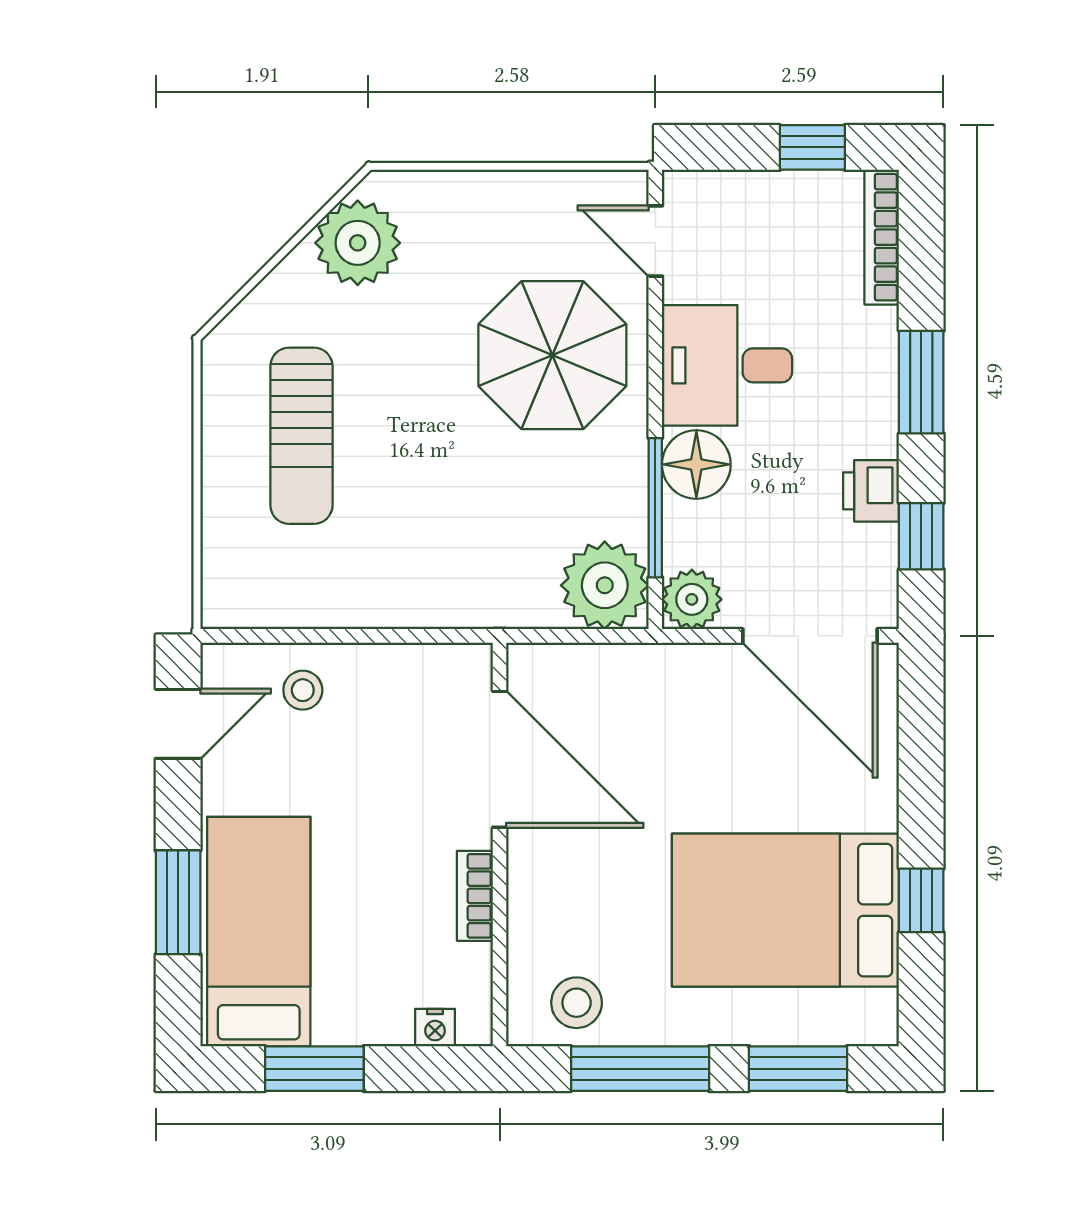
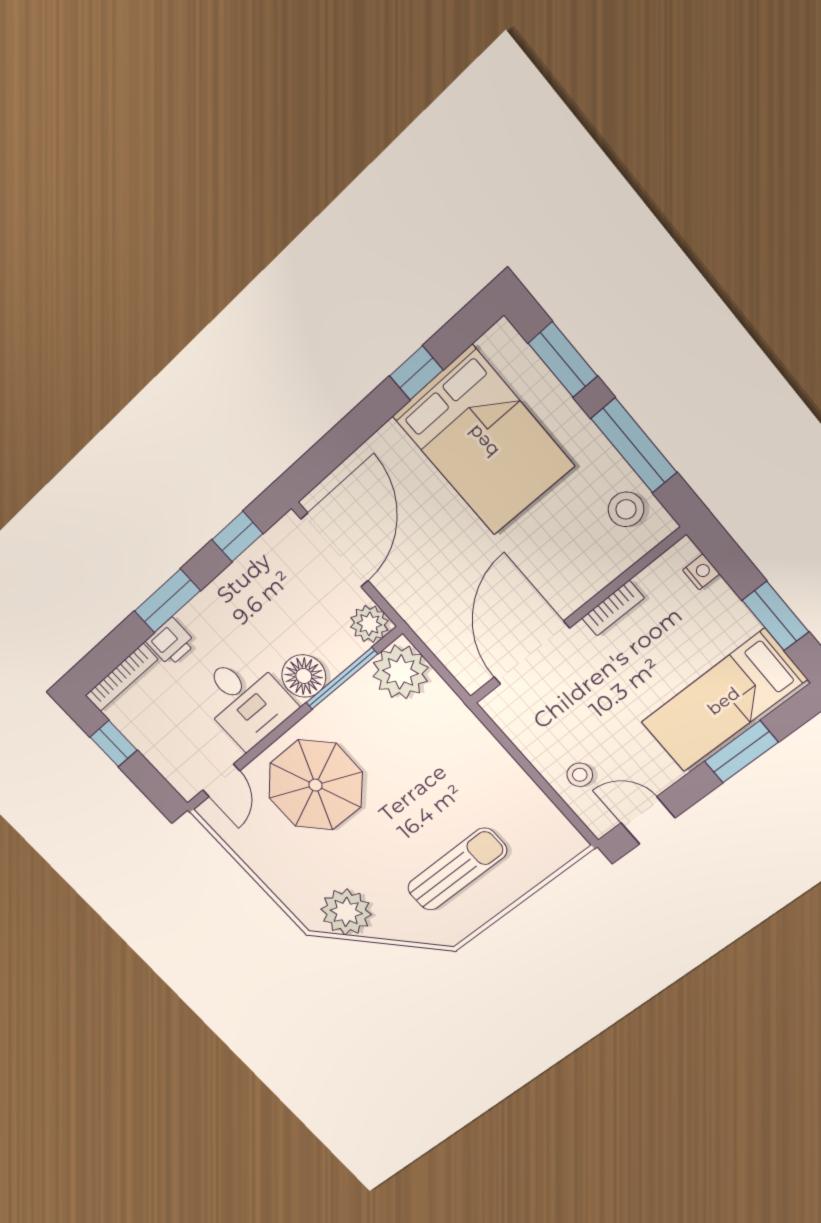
printer: (871, 491) -> (171, 642), moved

